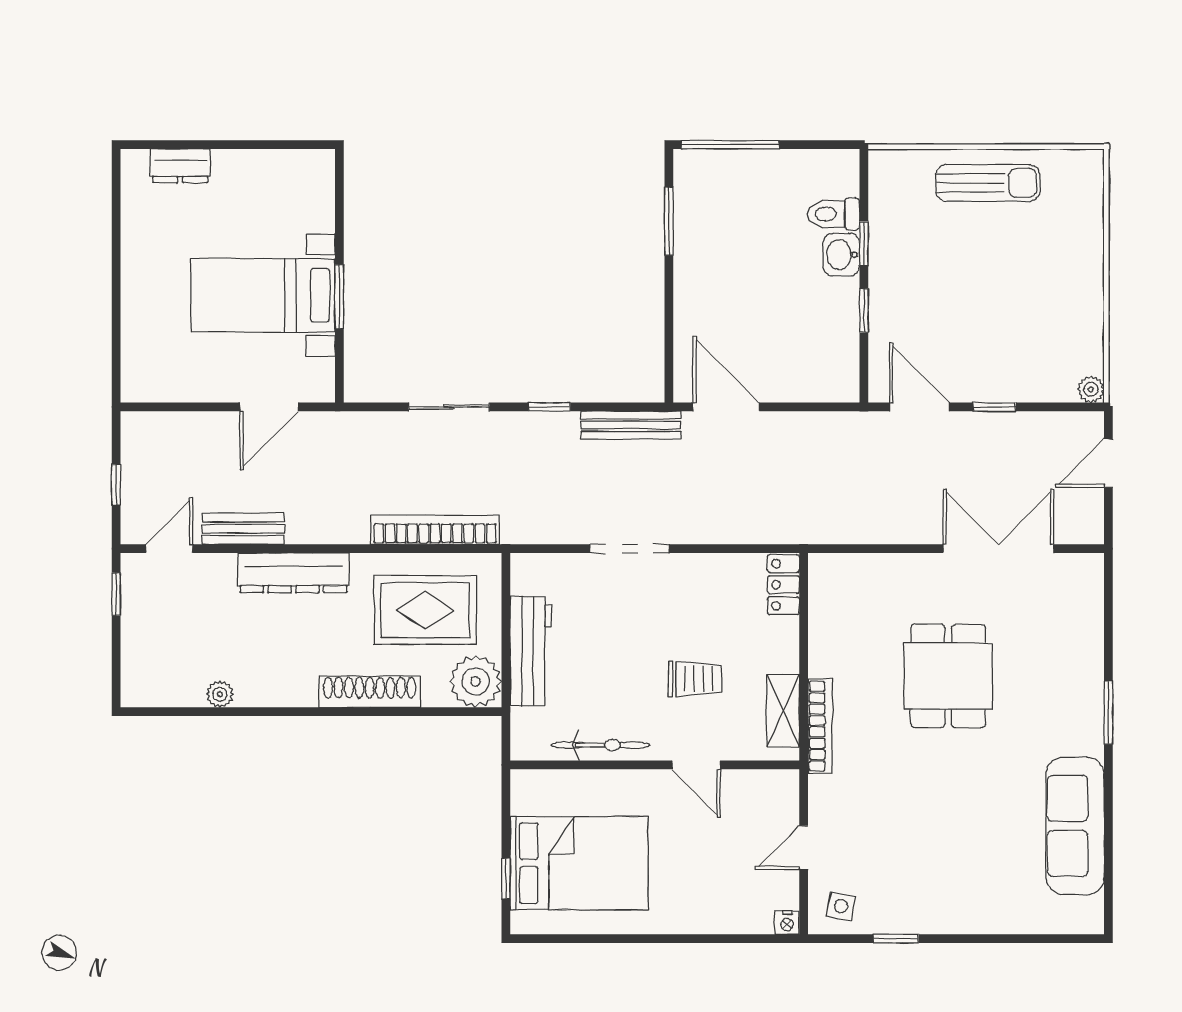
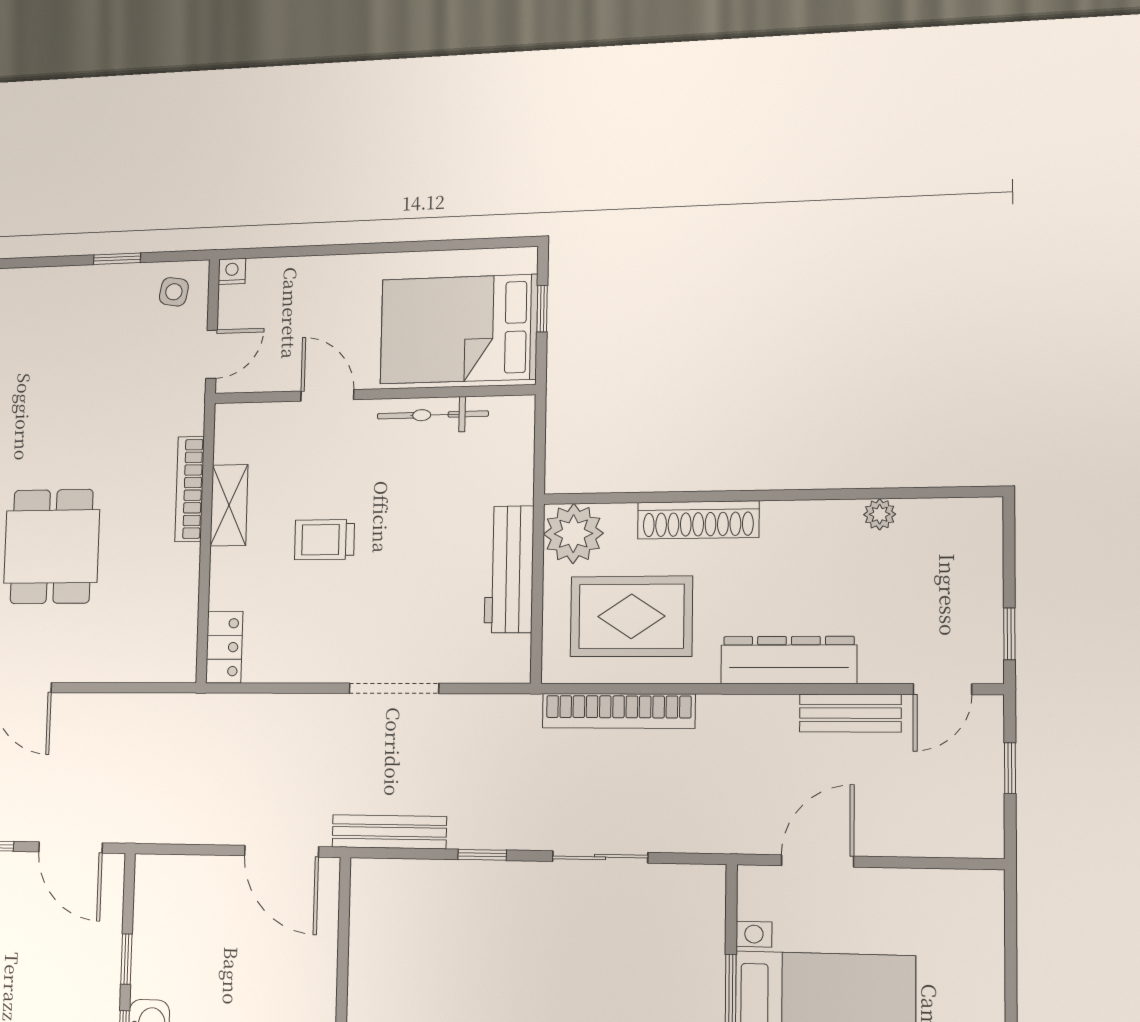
bicycle: (601, 745) -> (433, 415), moved
wall: (655, 765) -> (373, 394), moved
door: (696, 765) -> (327, 395), moved

